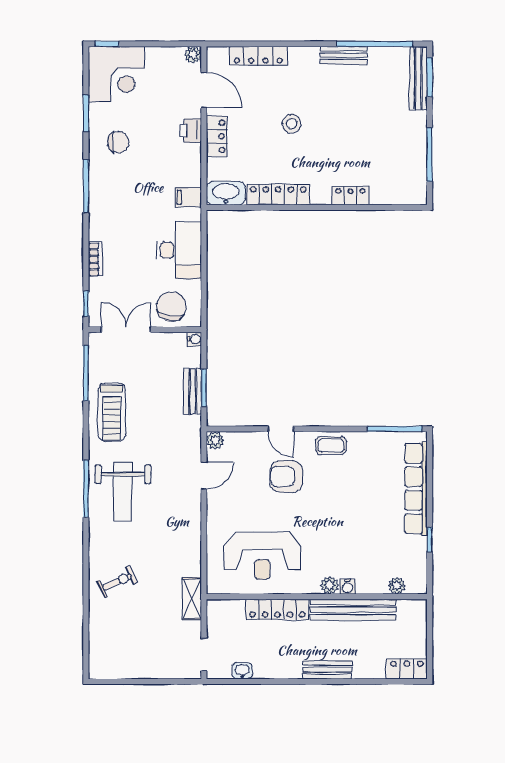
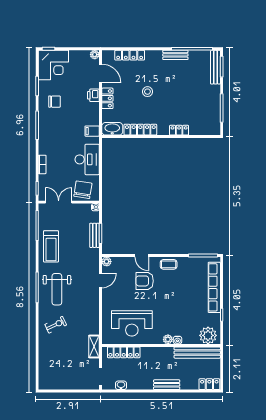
exercise bike: (117, 582) -> (56, 325), moved
plant: (397, 586) -> (208, 335), width x1.88, depth x1.88
locker: (277, 609) -> (124, 352), moved
bench: (353, 610) -> (197, 353), moved

